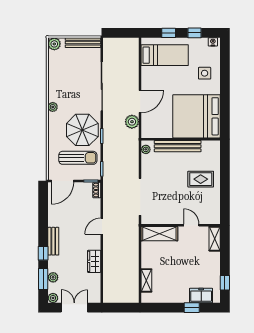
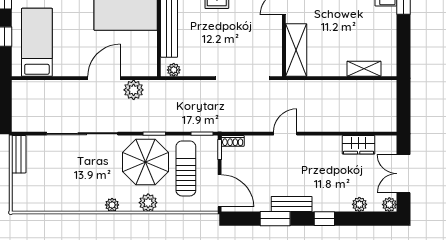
bench: (83, 43) -> (19, 154), width x0.73
plant: (54, 44) -> (148, 203), moved
door: (140, 101) -> (104, 78), hinge flipped
door: (102, 226) -> (285, 134), swing flipped
bench: (53, 241) -> (292, 204), moved
wardrobe: (94, 261) -> (359, 145), moved
window: (43, 279) -> (275, 219), moved

